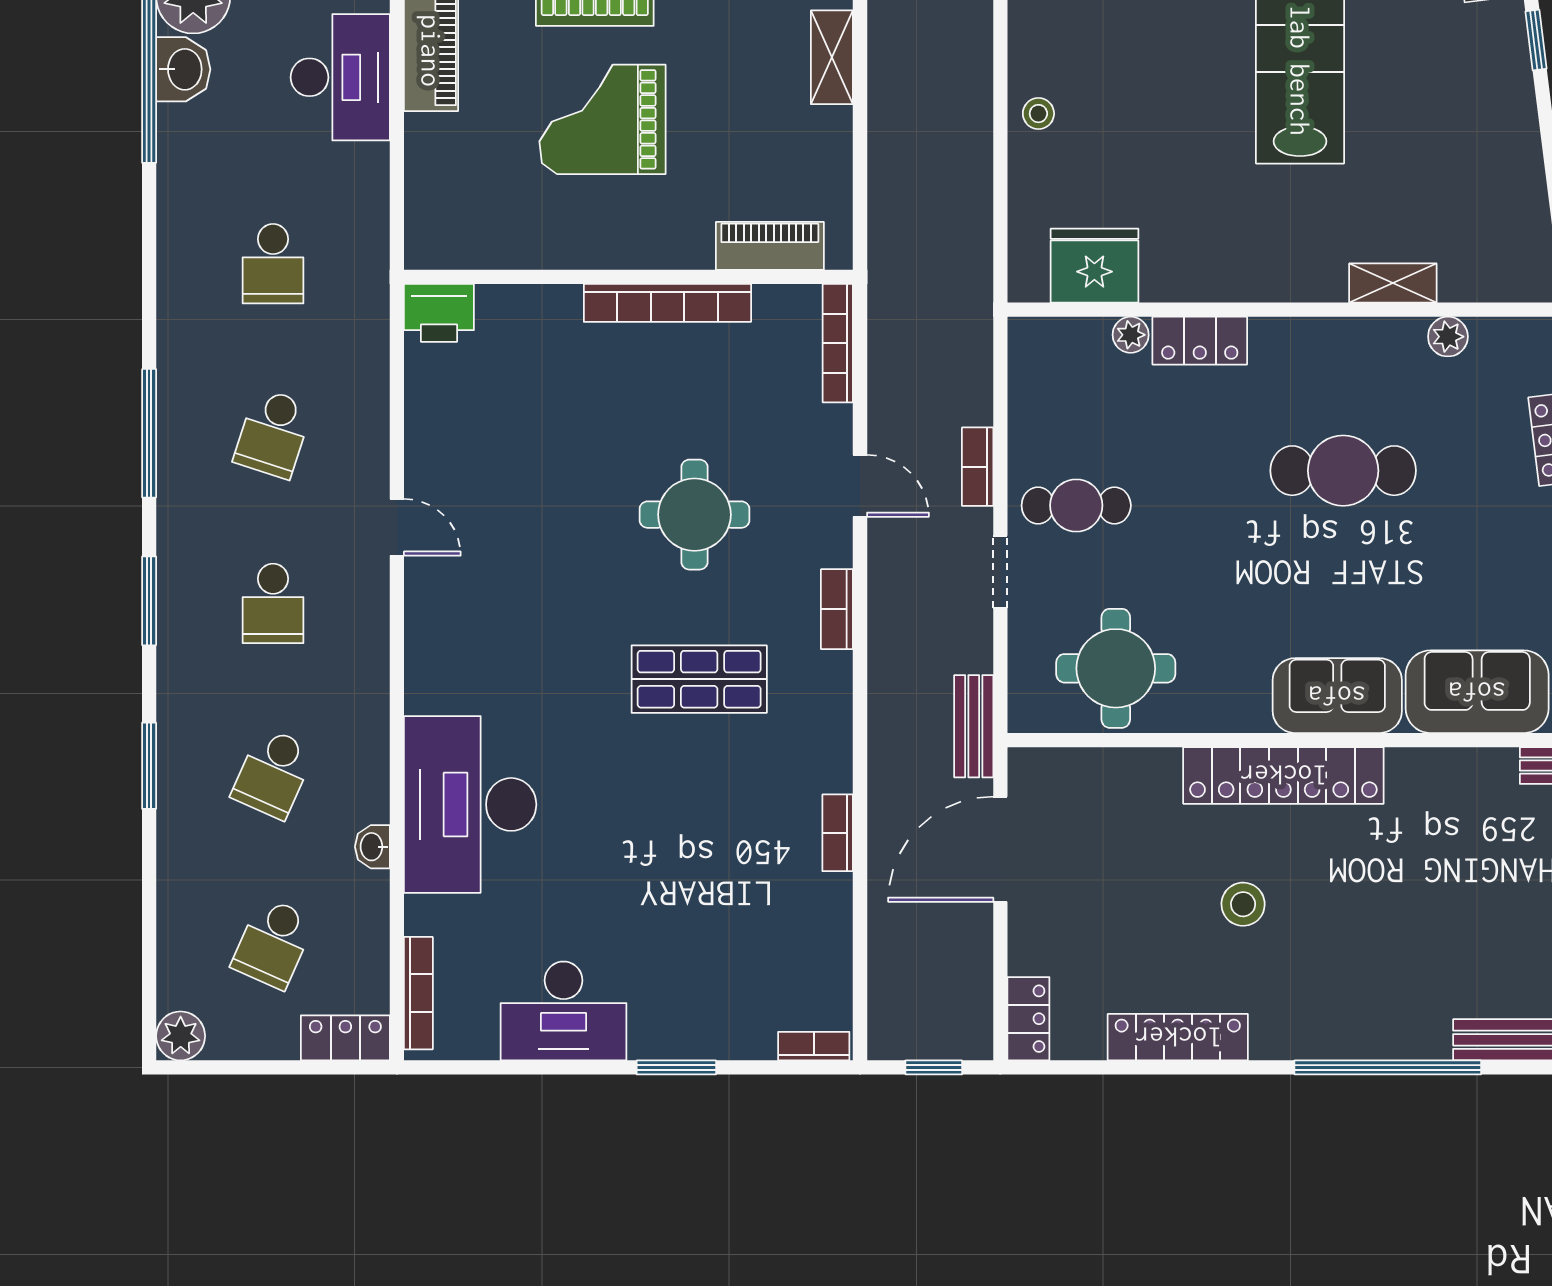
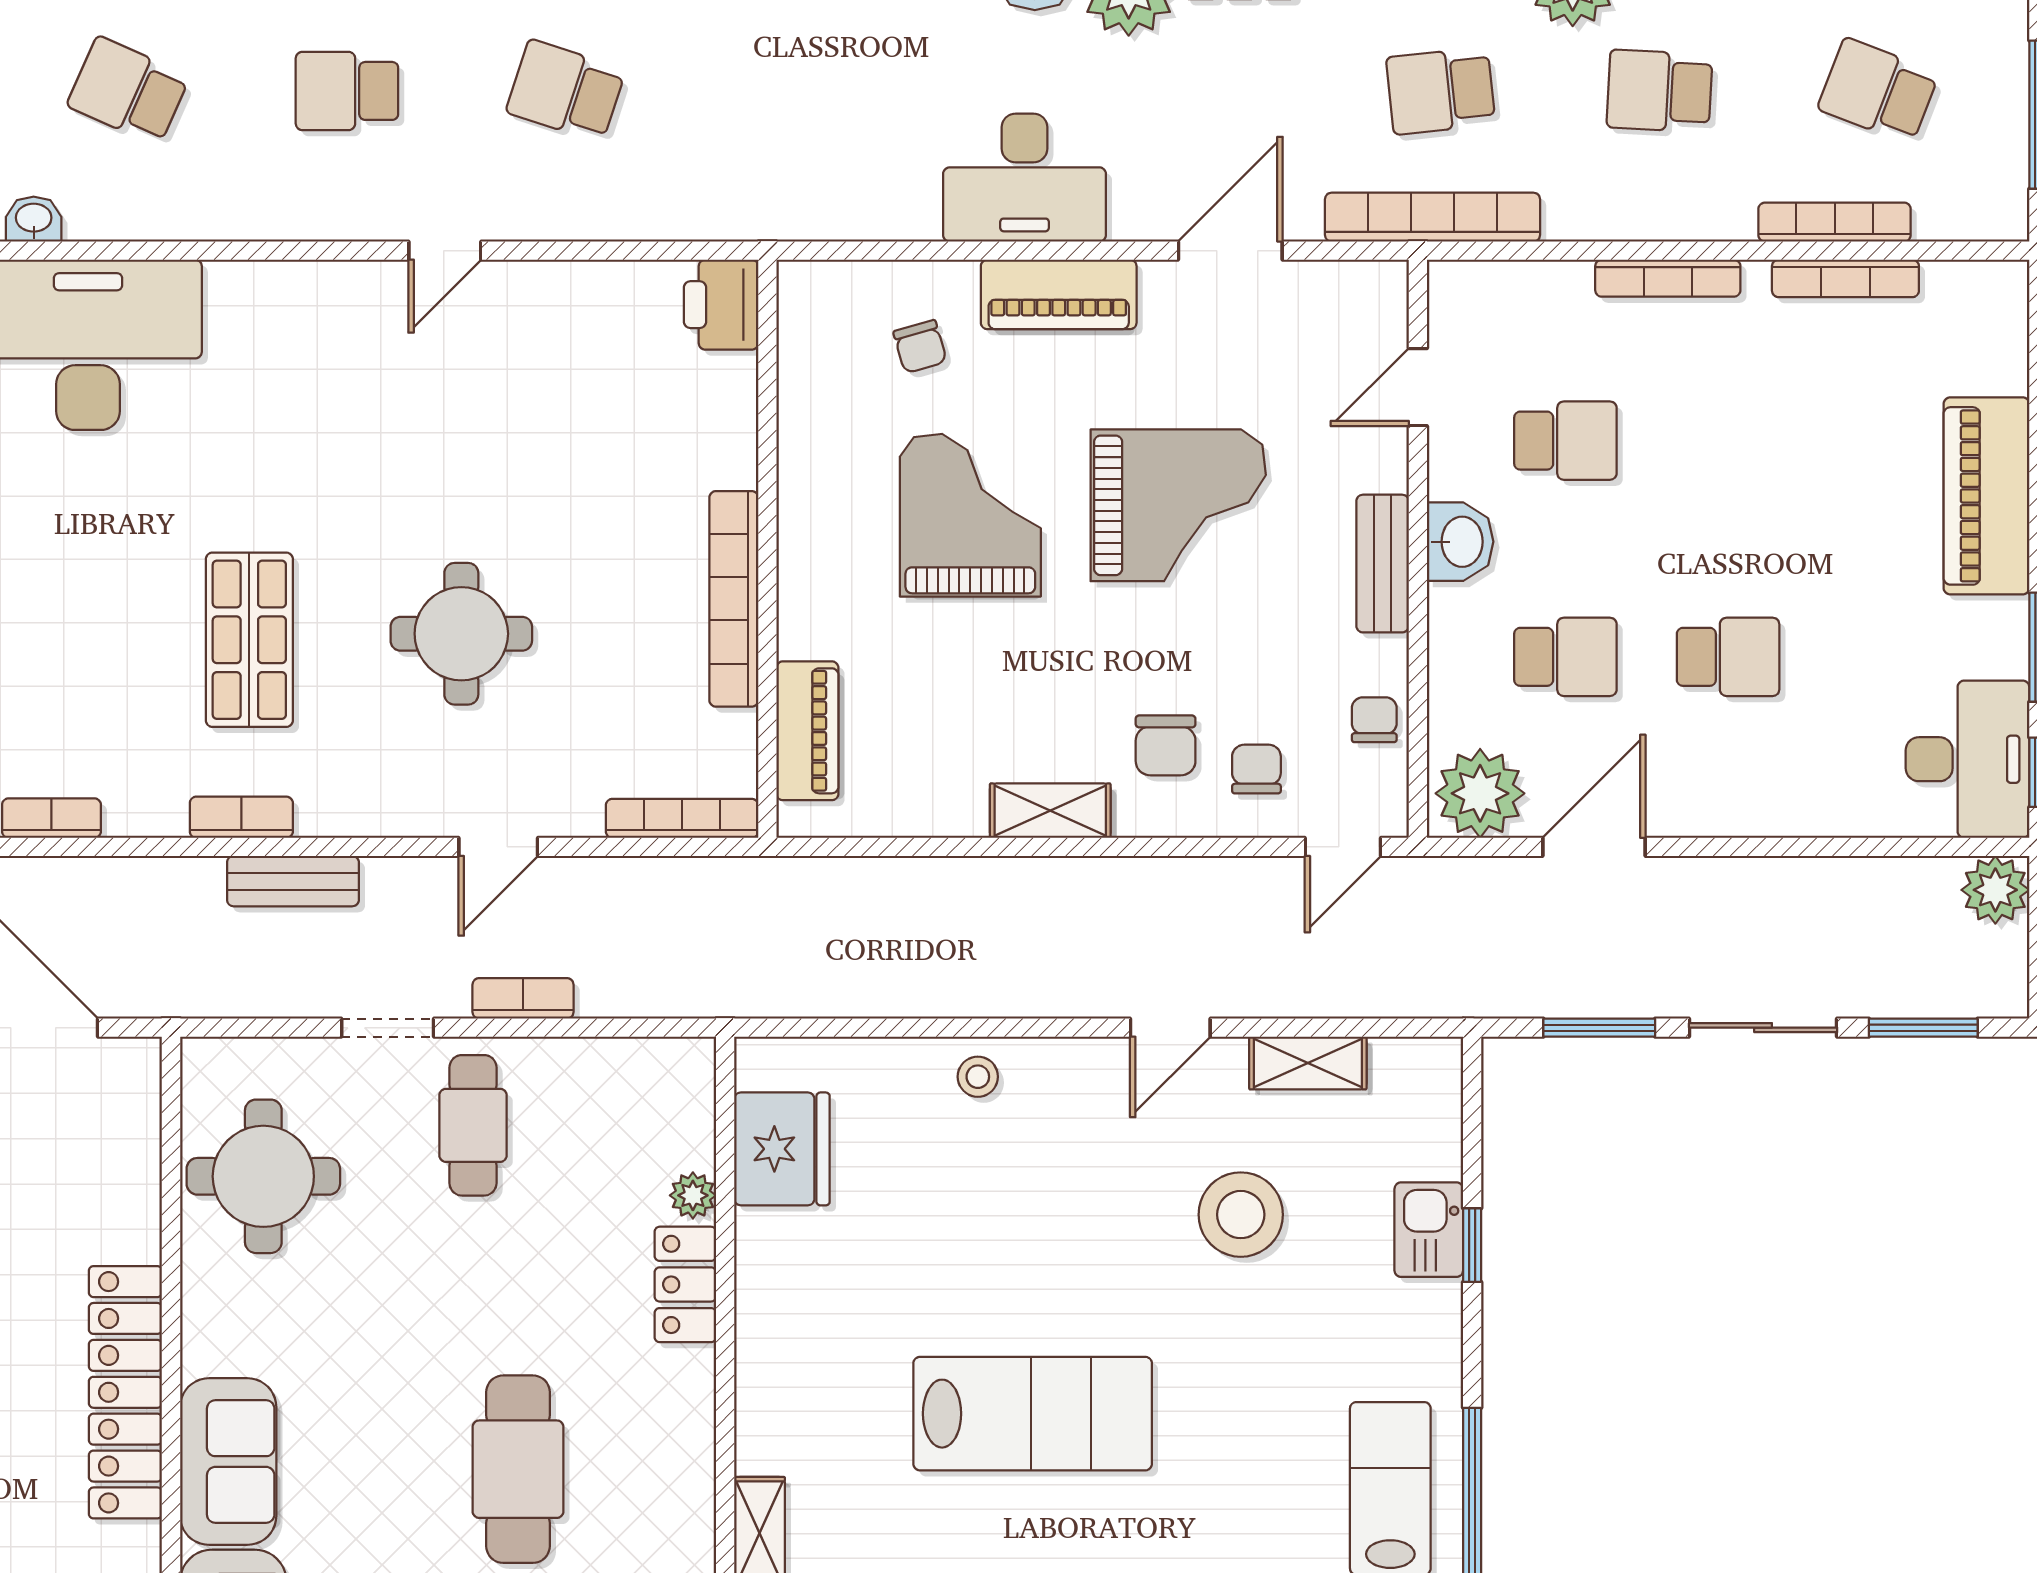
chair: (471, 158) -> (920, 347), added
school desk: (273, 264) -> (784, 91), removed
bookcase: (837, 609) -> (241, 817), moved
bench: (974, 726) -> (293, 881), moved

